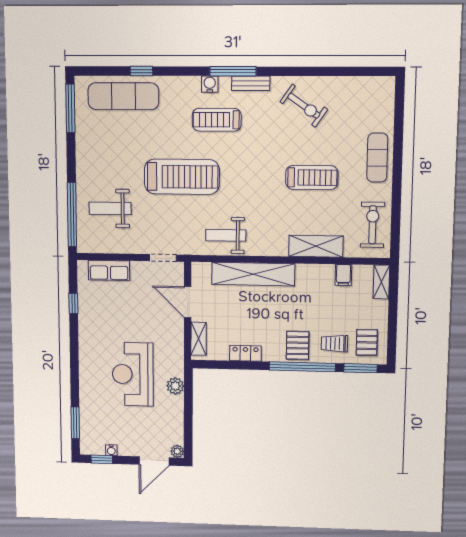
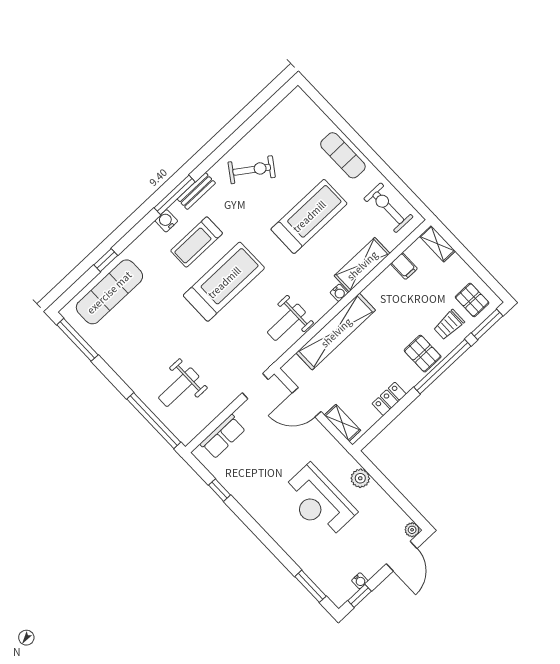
treadmill: (182, 177) -> (224, 282), moved
treadmill: (312, 178) -> (309, 216), width x1.37, depth x1.38
water cooler: (281, 250) -> (339, 293), added

